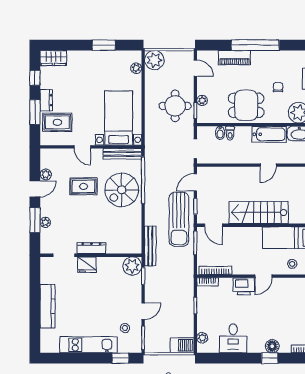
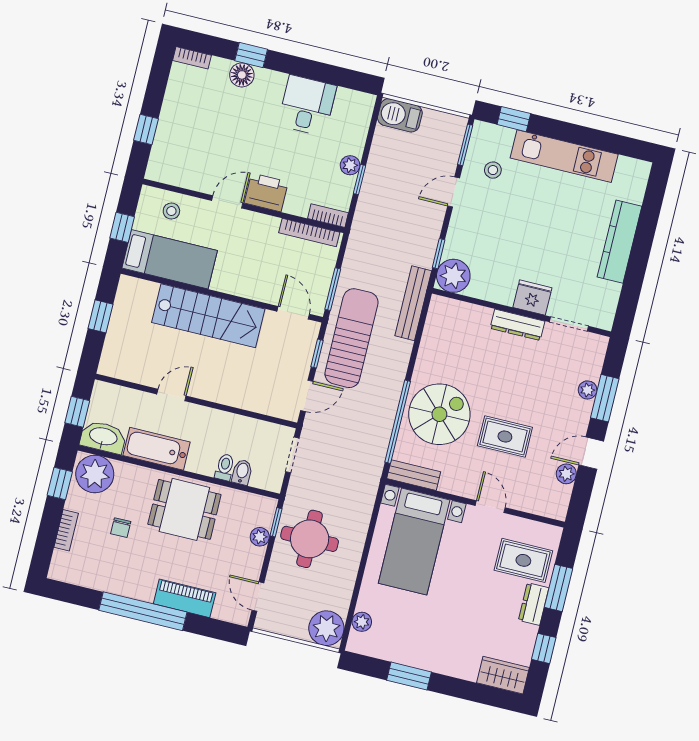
bench: (122, 154) -> (414, 475), width x0.73
plant: (202, 338) -> (350, 165), moved

